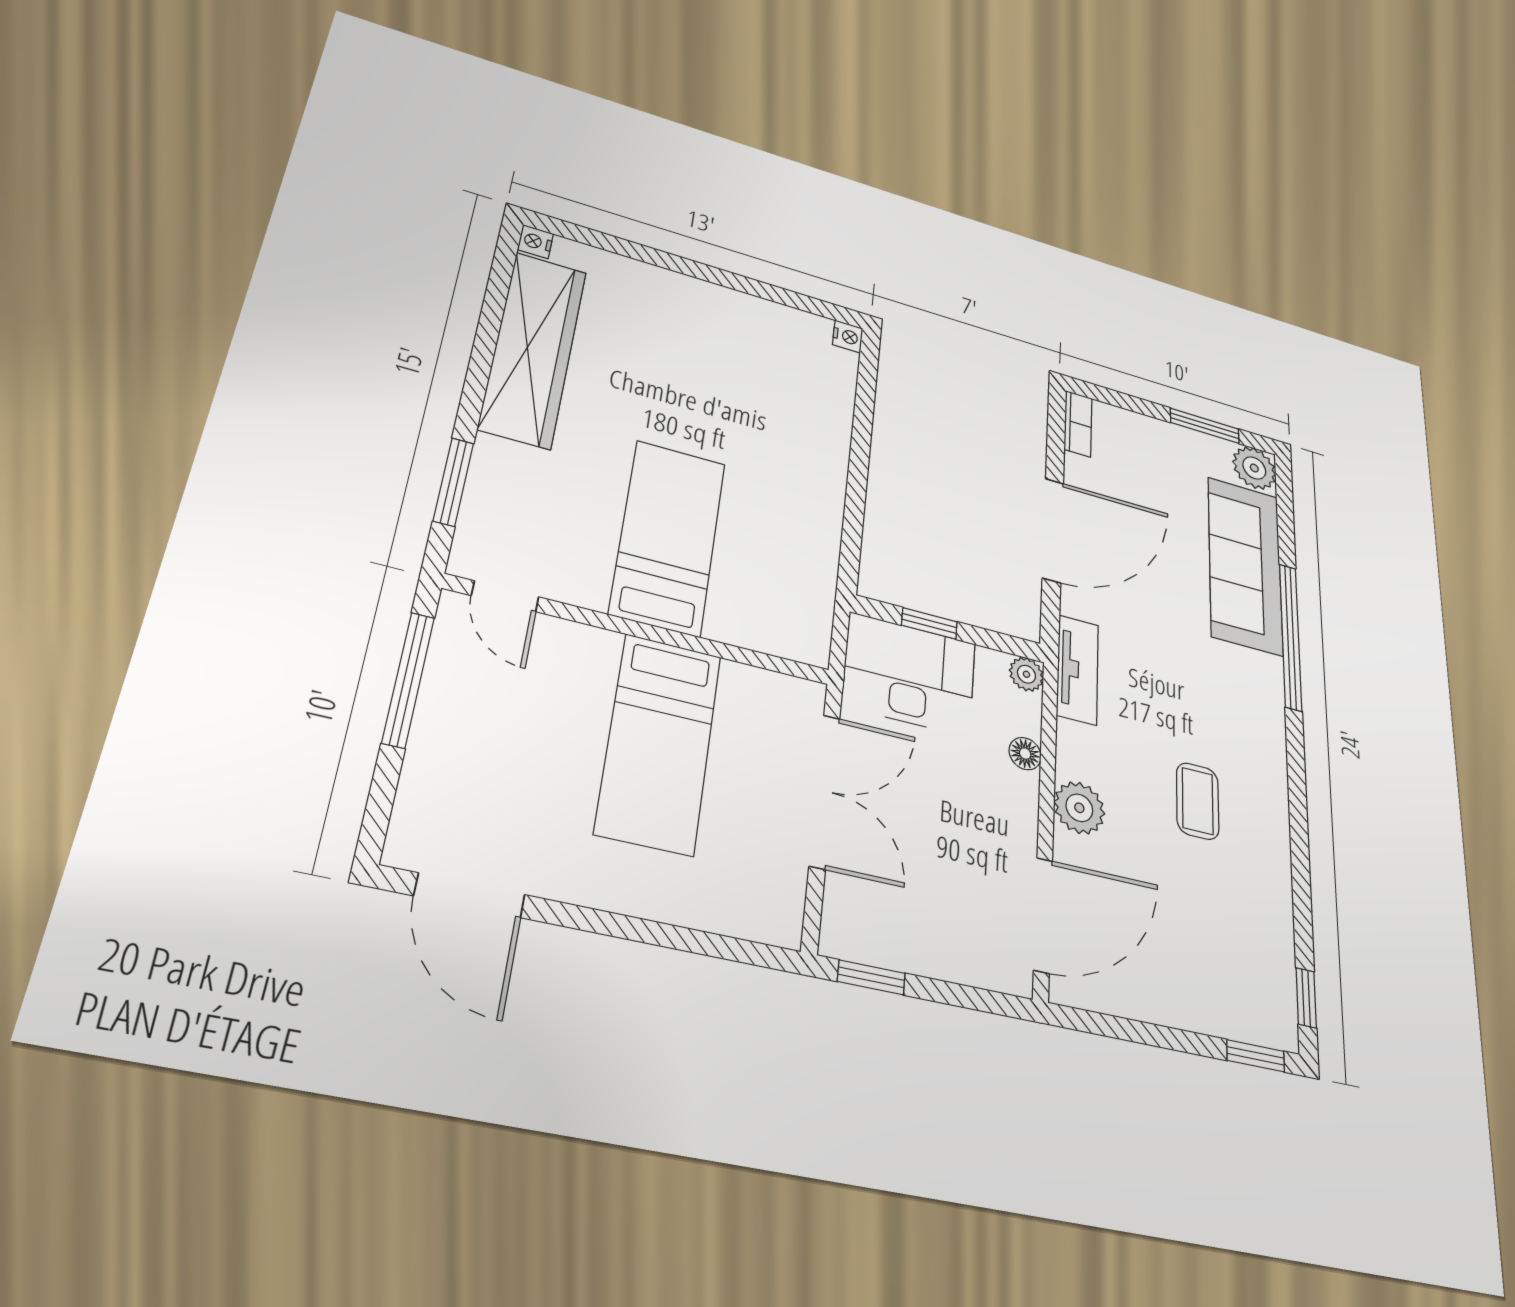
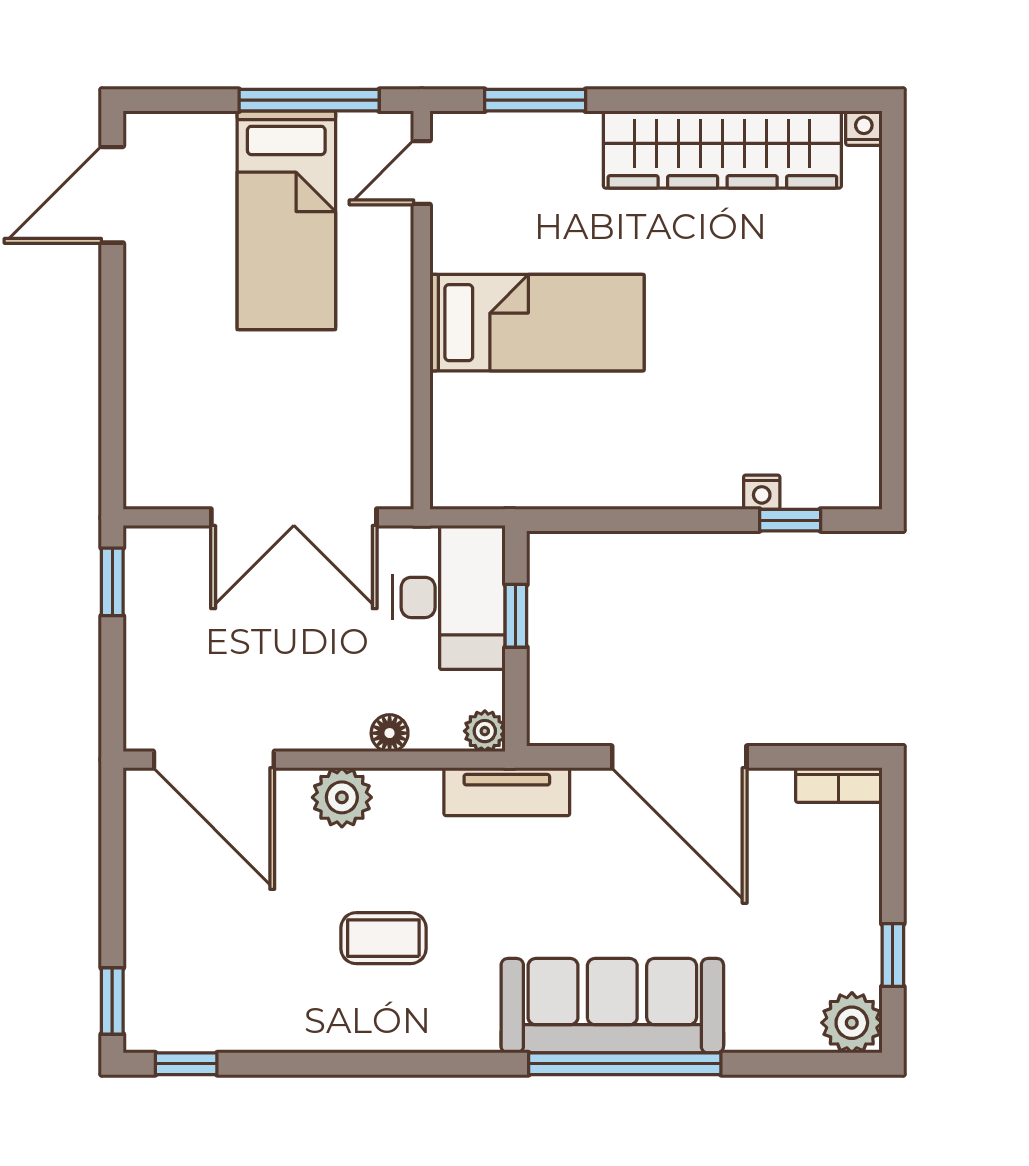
nightstand: (848, 336) -> (762, 492), moved
window: (865, 395) -> (790, 520), added
window: (1205, 426) -> (893, 955), width x0.67
sofa: (1245, 565) -> (612, 1006), moved
bed: (659, 743) -> (286, 220), moved, turned -90

